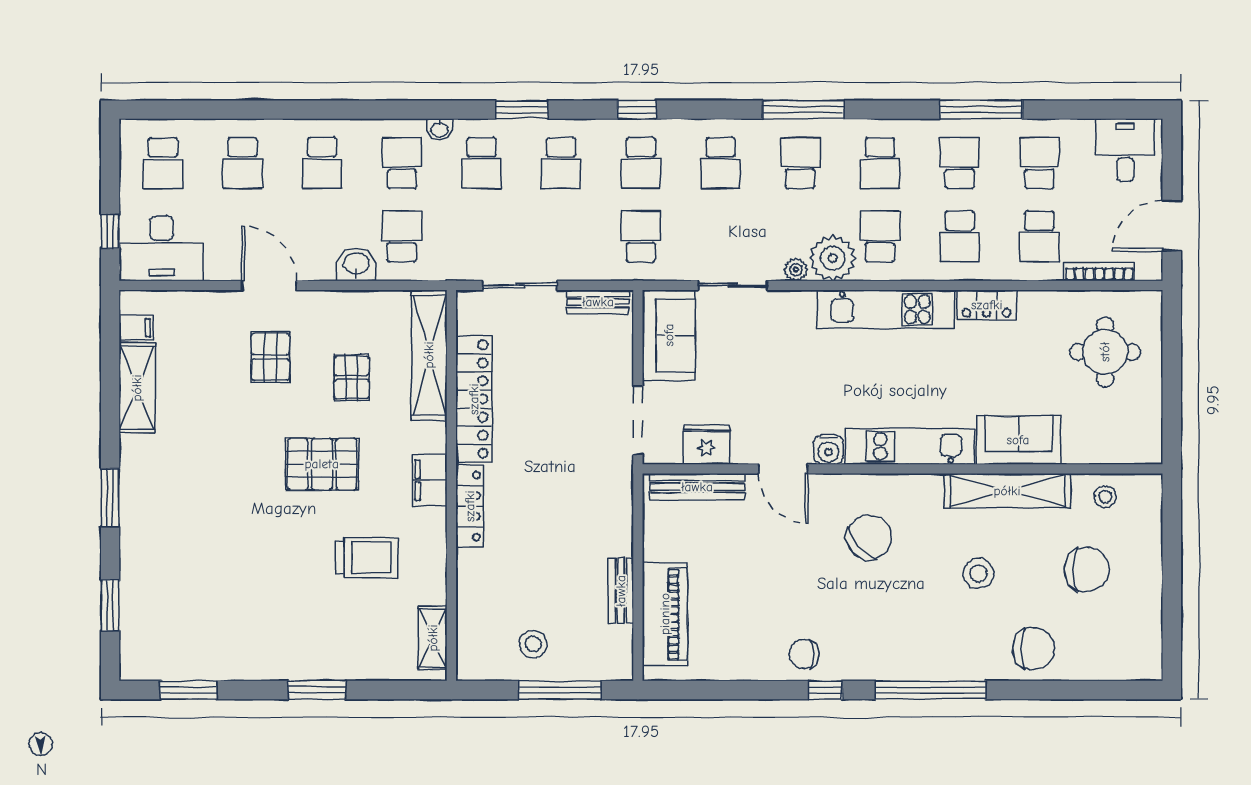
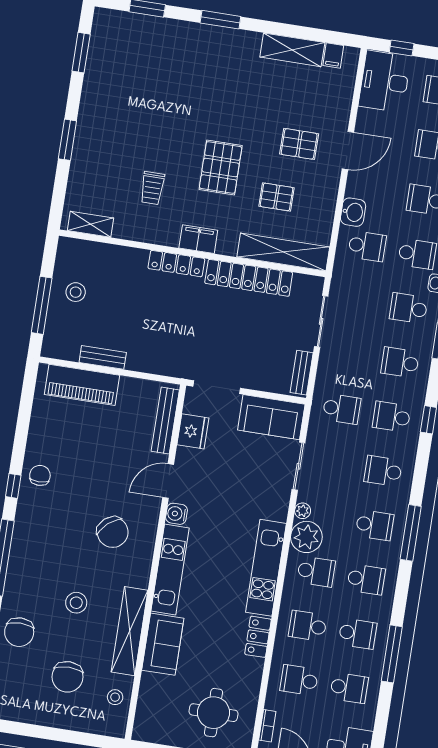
school desk: (880, 163) -> (366, 579), turned 180
bookcase: (1099, 272) -> (267, 726), width x0.64
trolley: (367, 557) -> (152, 188), width x0.73, depth x0.72

